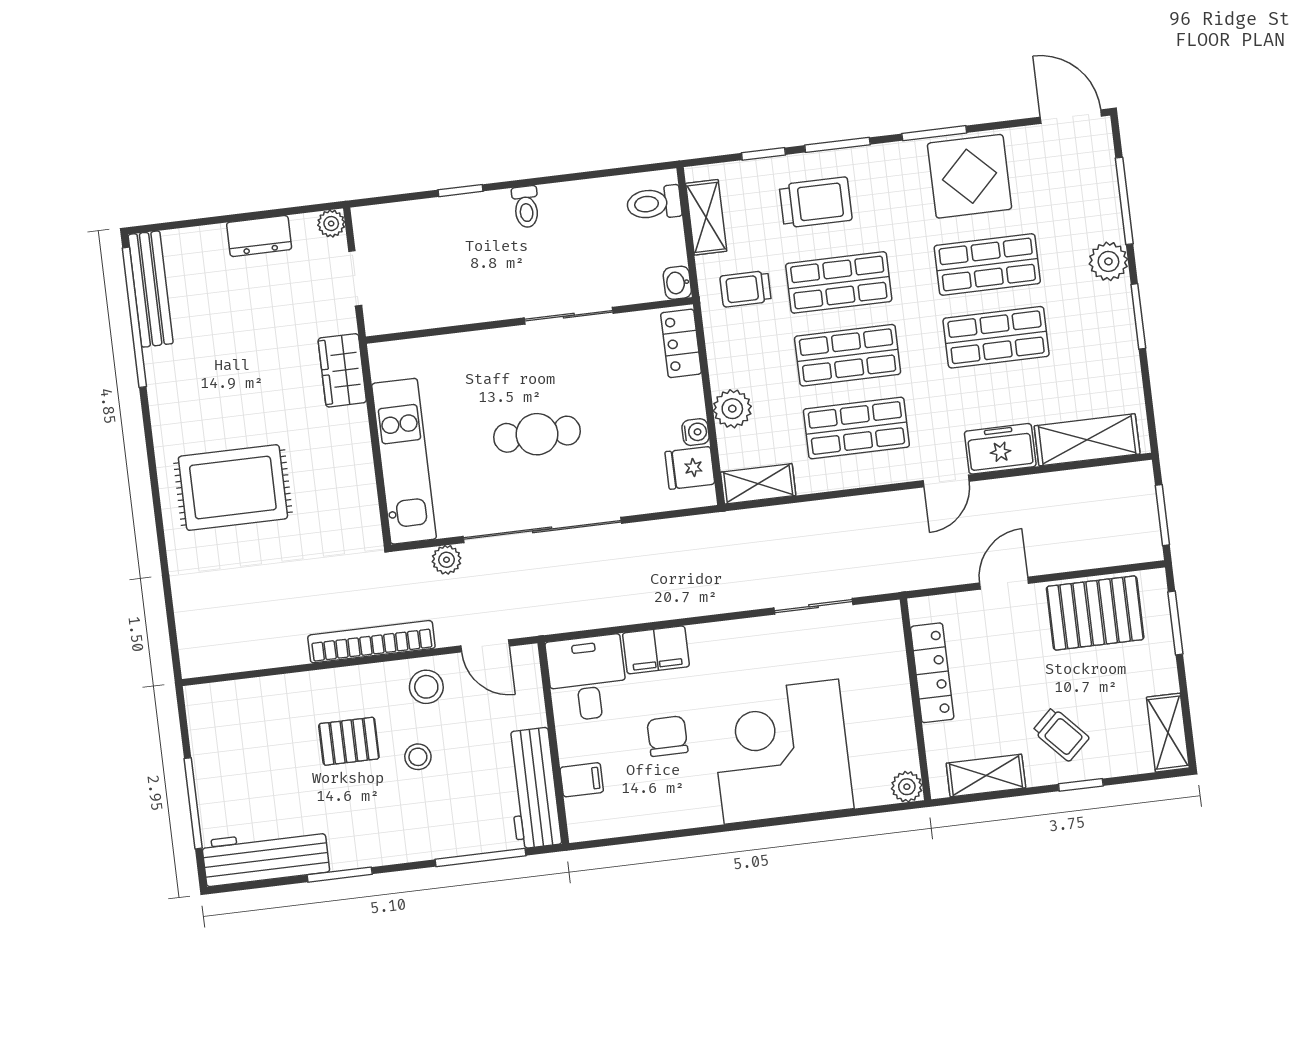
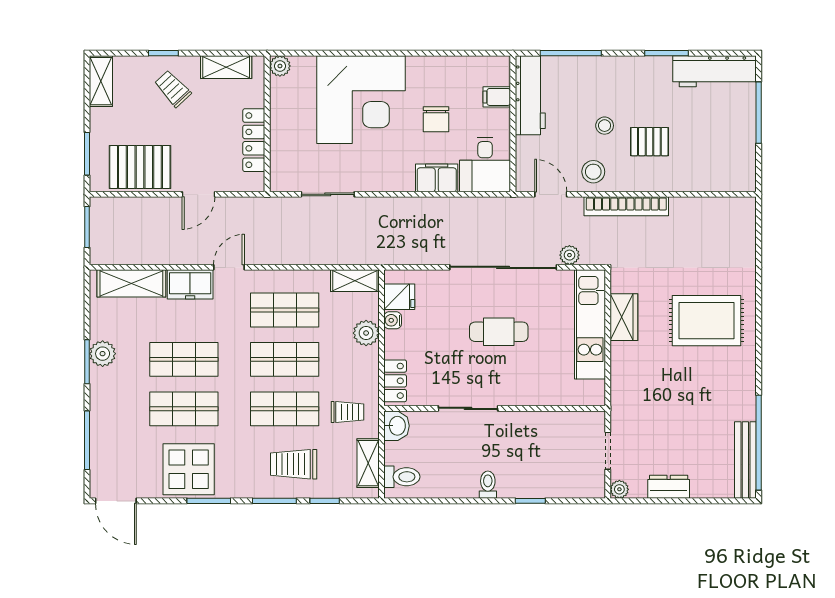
plant: (1108, 261) -> (103, 354), moved
washbasin: (677, 283) -> (397, 426), width x1.38, depth x1.45
wardrobe: (342, 370) -> (624, 317), moved

